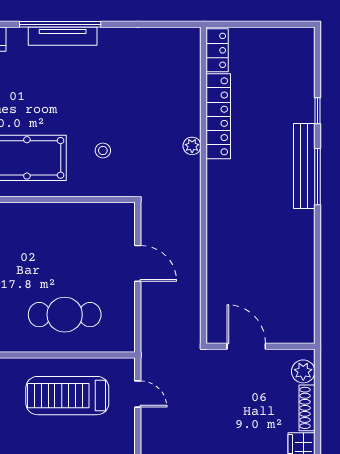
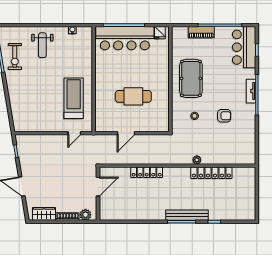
tv unit: (63, 36) -> (251, 91), width x0.71
locker: (217, 50) -> (147, 172), moved, width x1.53
armchair: (103, 91) -> (224, 116), added
door: (138, 263) -> (126, 133), moved
cafe table: (65, 315) -> (133, 96), moved, turned 90

